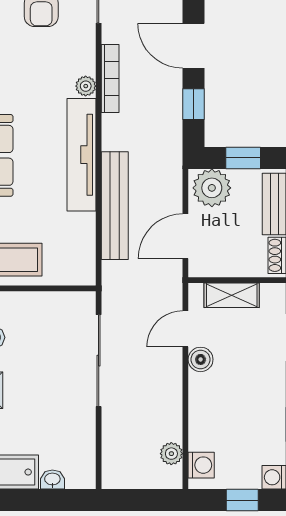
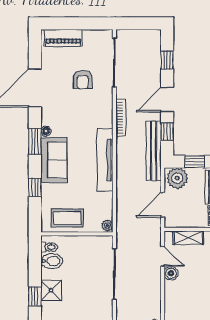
door: (194, 46) -> (167, 100), hinge flipped
plant: (86, 86) -> (107, 225), moved
bench: (115, 206) -> (154, 151), moved
door: (185, 329) -> (163, 256), swing flipped

